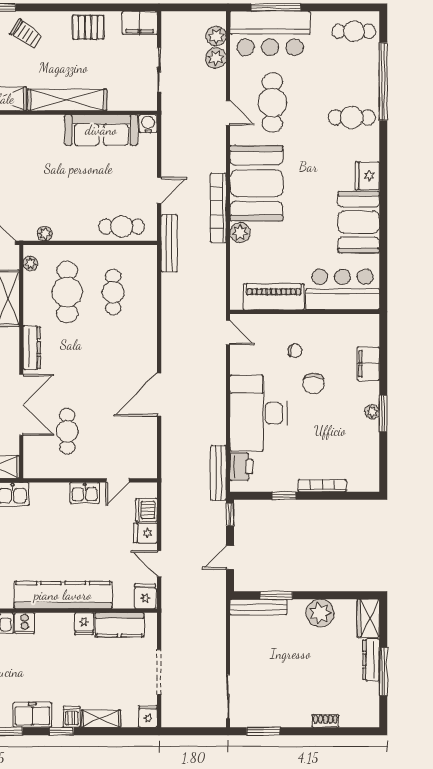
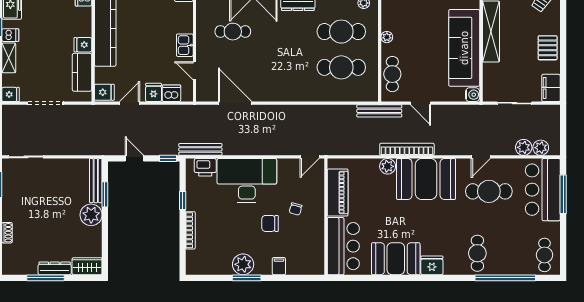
sofa: (101, 130) -> (464, 48), width x1.36, depth x1.27
plant: (45, 234) -> (387, 37), moved
cafe table: (113, 292) -> (341, 67), width x1.37, depth x1.35
filing cabinet: (368, 364) -> (279, 266), width x0.50
door: (159, 395) -> (235, 103), moved
plant: (372, 412) -> (243, 264), width x1.88, depth x1.88
plant: (320, 613) -> (91, 215), moved

